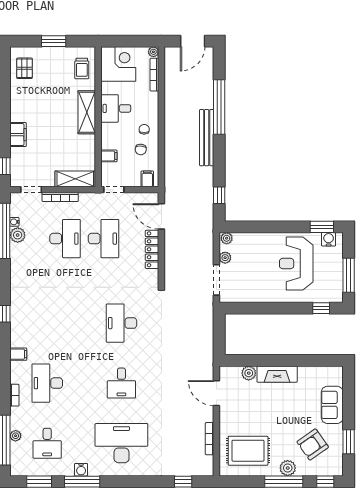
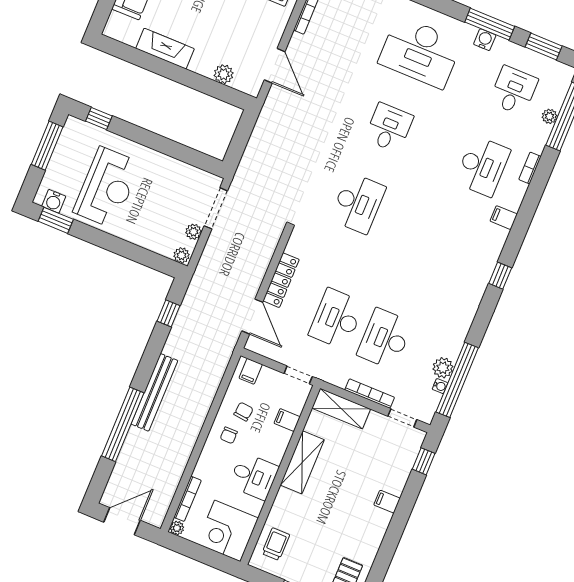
shelving: (87, 112) -> (302, 462), moved
filing cabinet: (18, 135) -> (387, 502), width x0.50
fireplace: (277, 374) -> (165, 49), moved

